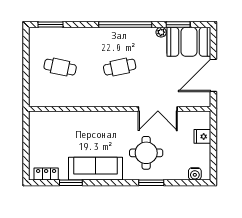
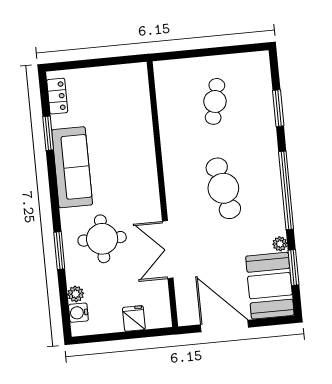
window: (50, 25) -> (278, 108), moved
cafe table: (120, 67) -> (223, 188), width x1.37, depth x1.35
plant: (182, 174) -> (76, 294), added

